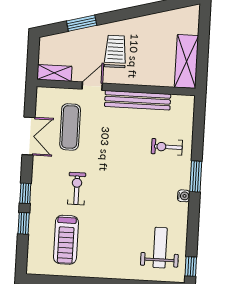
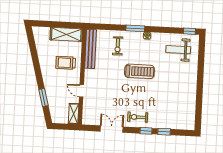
trolley: (115, 51) -> (66, 63), moved
bench: (138, 100) -> (90, 49), moved
exercise mat: (70, 127) -> (106, 104), removed
exercise bike: (77, 189) -> (138, 117), moved
treadmill: (66, 240) -> (139, 71), moved

